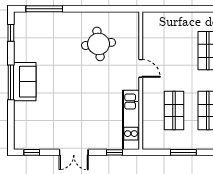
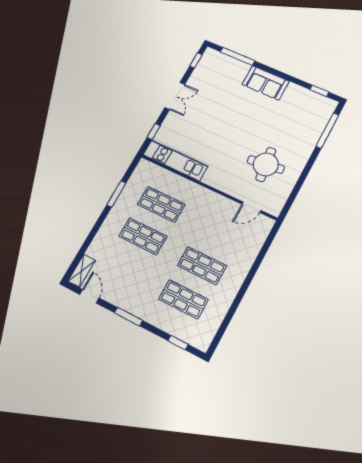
door: (141, 68) -> (251, 207), moved
window: (11, 82) -> (238, 56), moved
double door: (74, 152) -> (175, 96), swing flipped

